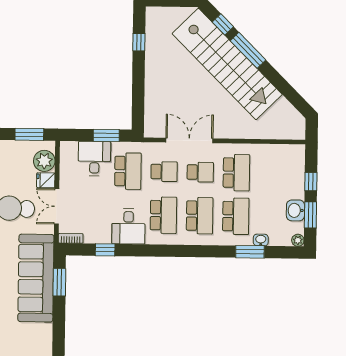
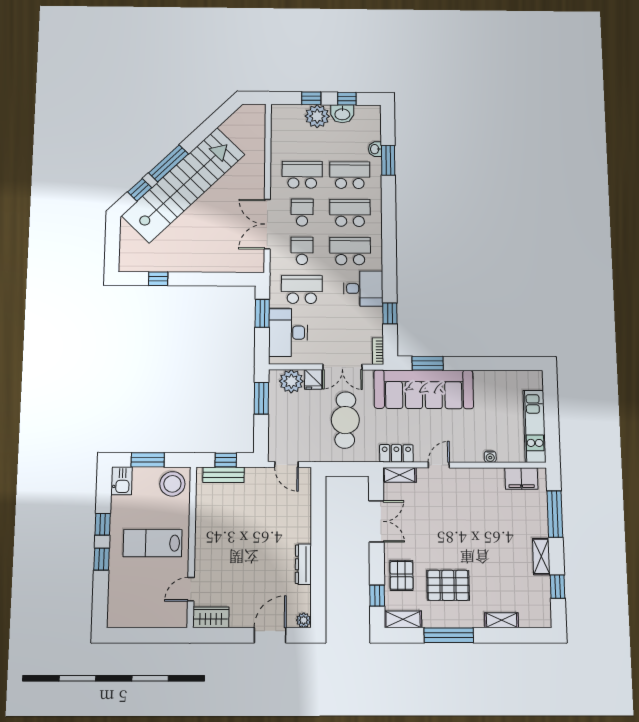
desk: (94, 159) -> (288, 333), width x1.37
window: (310, 215) -> (347, 99), width x0.67
plant: (298, 240) -> (317, 116), moved, width x1.88, depth x1.88

